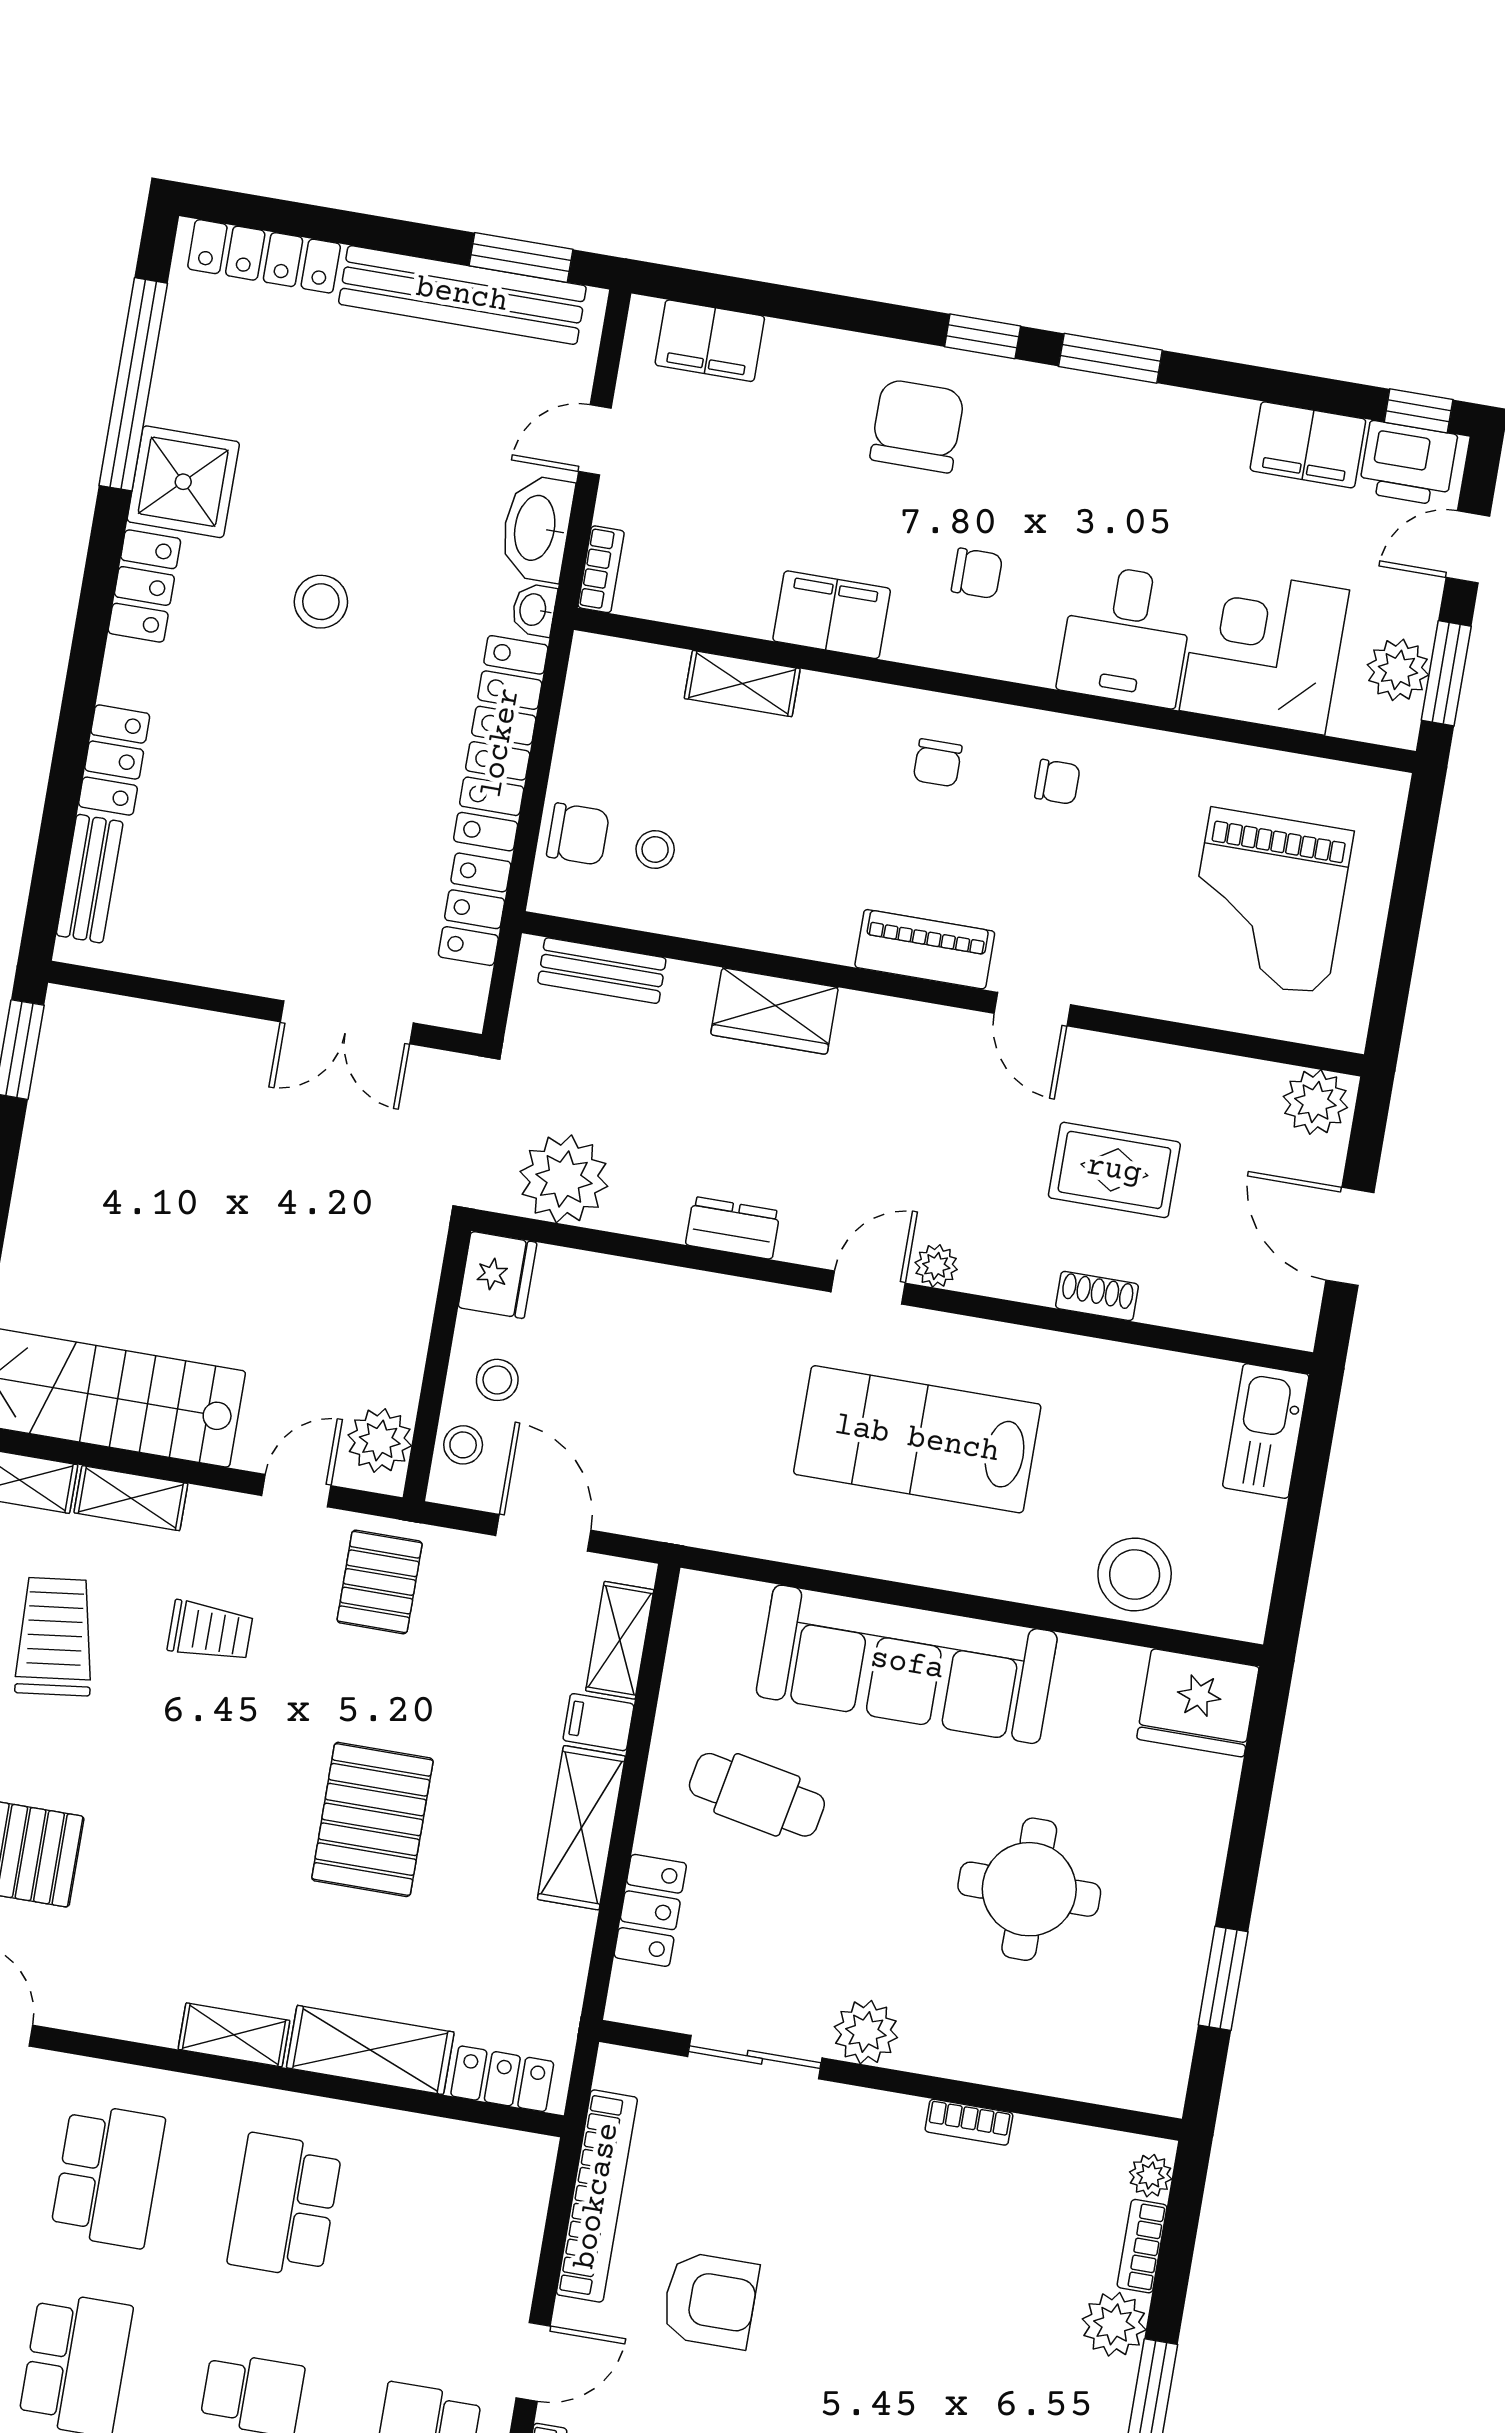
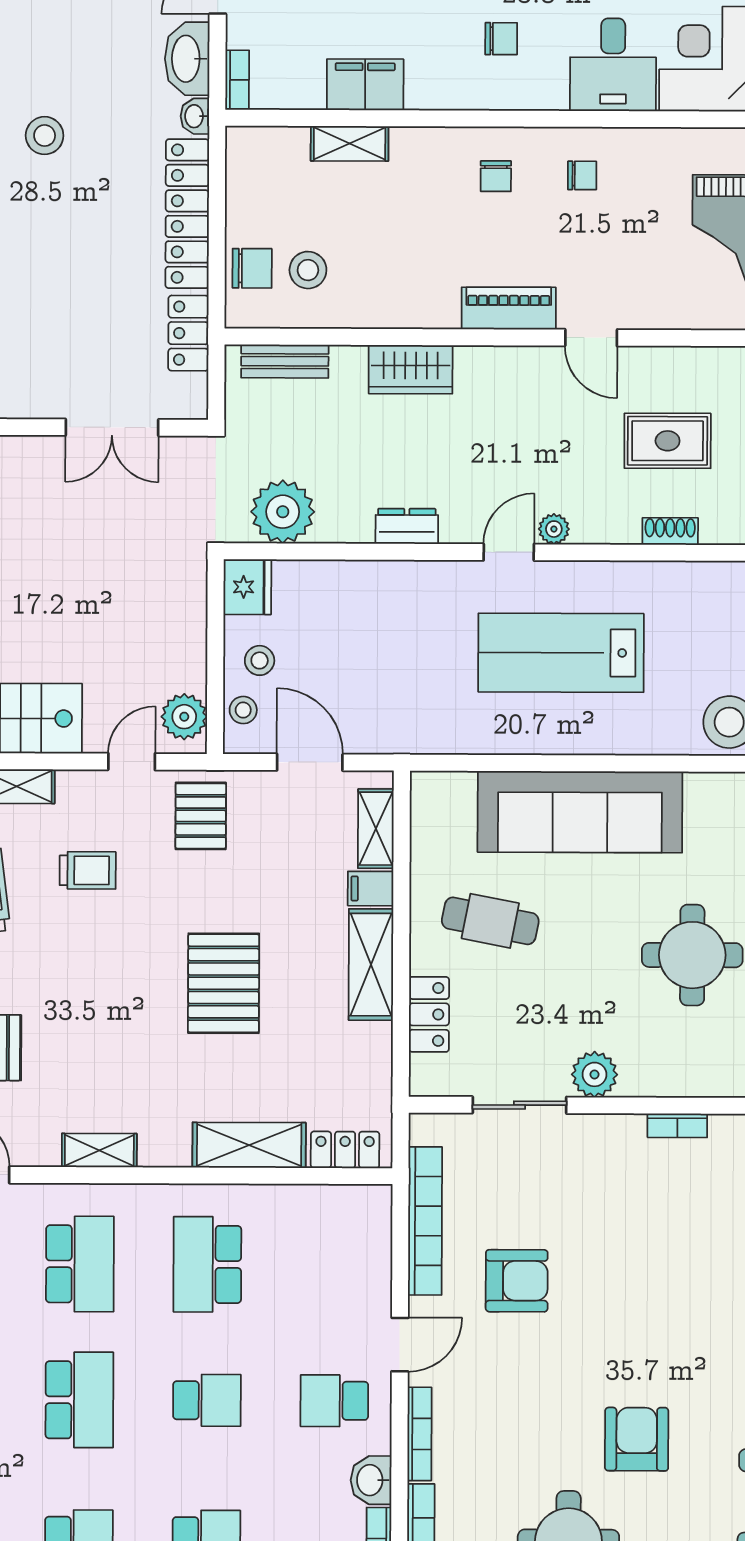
filing cabinet: (832, 615) -> (365, 85), moved
stool: (655, 849) -> (308, 270), width x1.37, depth x1.37
shelving: (234, 2035) -> (99, 1150), moved

